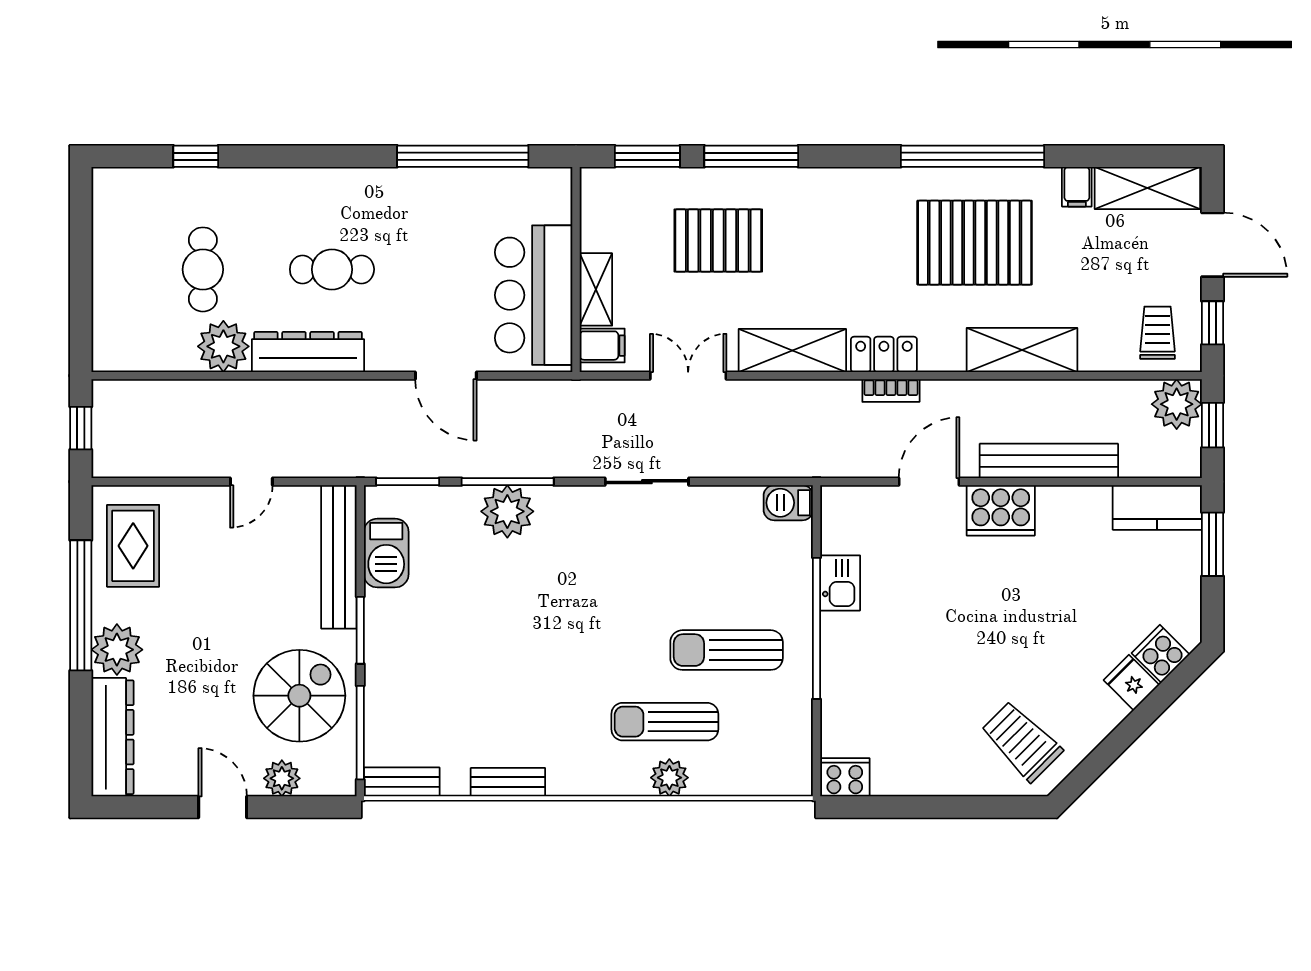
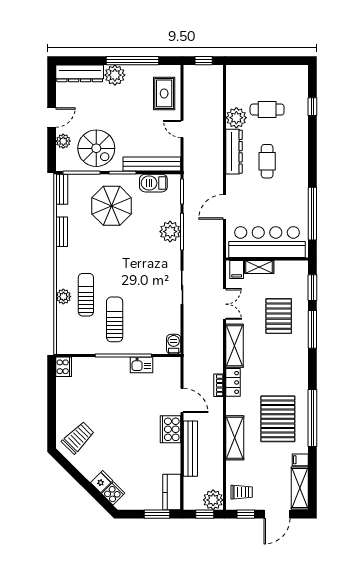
bar counter: (534, 295) -> (267, 242), width x1.36
rug: (133, 546) -> (164, 93), moved, turned 90
parasol: (443, 657) -> (112, 206), added

